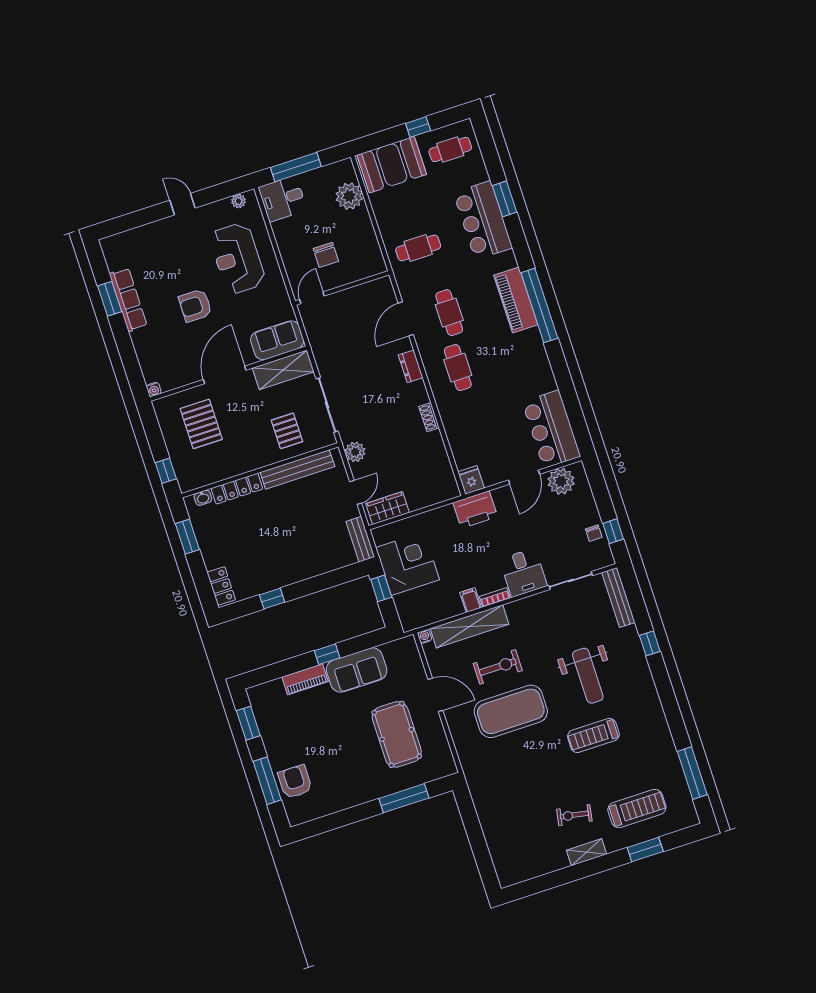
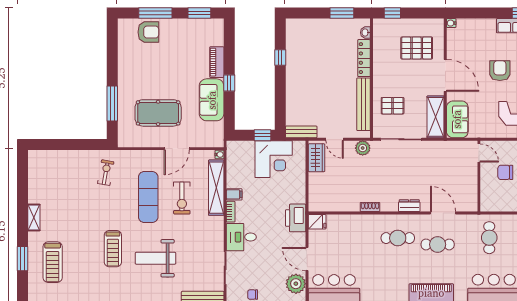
locker: (221, 586) -> (300, 25), removed
exercise mat: (511, 711) -> (148, 197), width x0.68
treadmill: (593, 735) -> (113, 249), turned 180
exercise bike: (574, 815) -> (106, 173), moved

